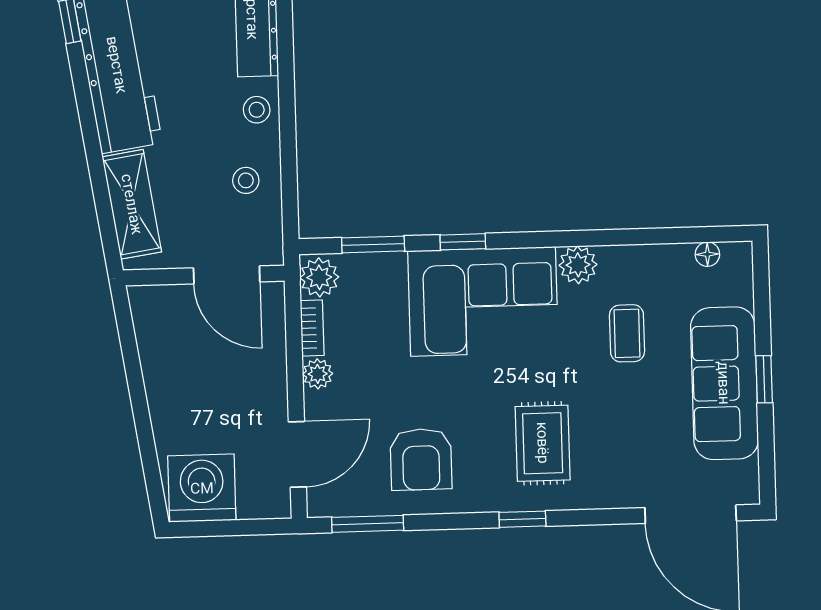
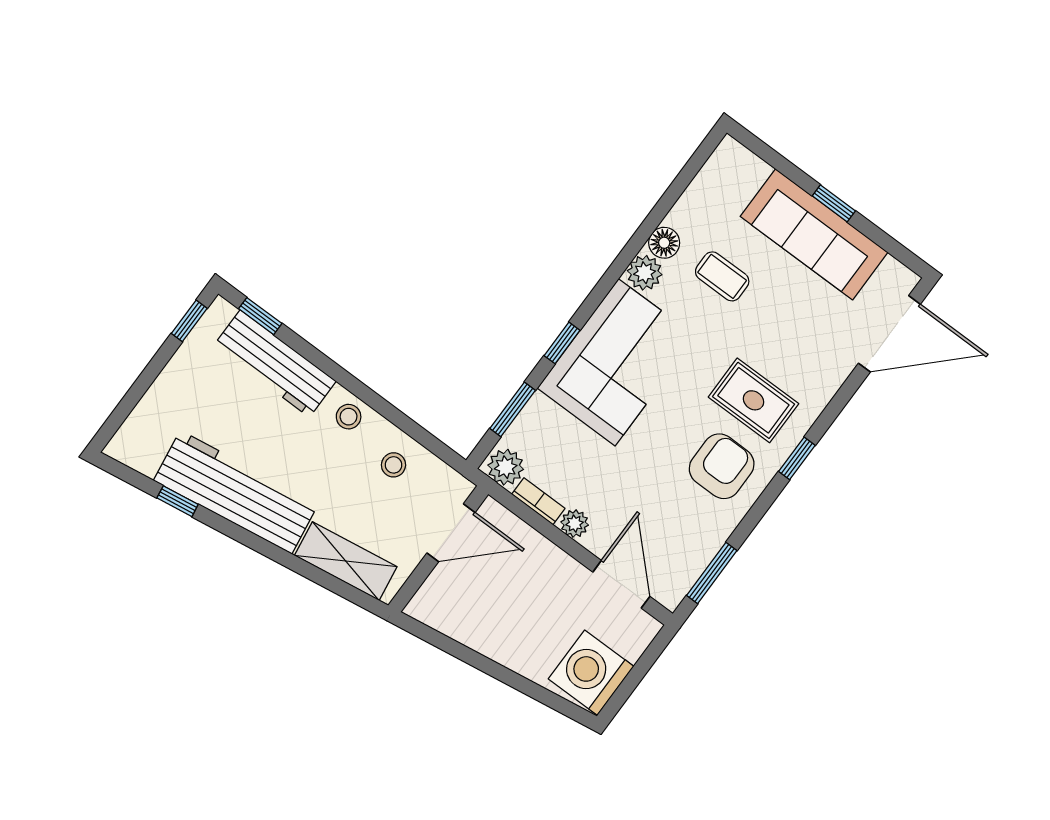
floor lamp: (707, 254) -> (664, 243), moved, width x1.37, depth x1.37
armchair: (421, 459) -> (722, 466), moved, turned -90

